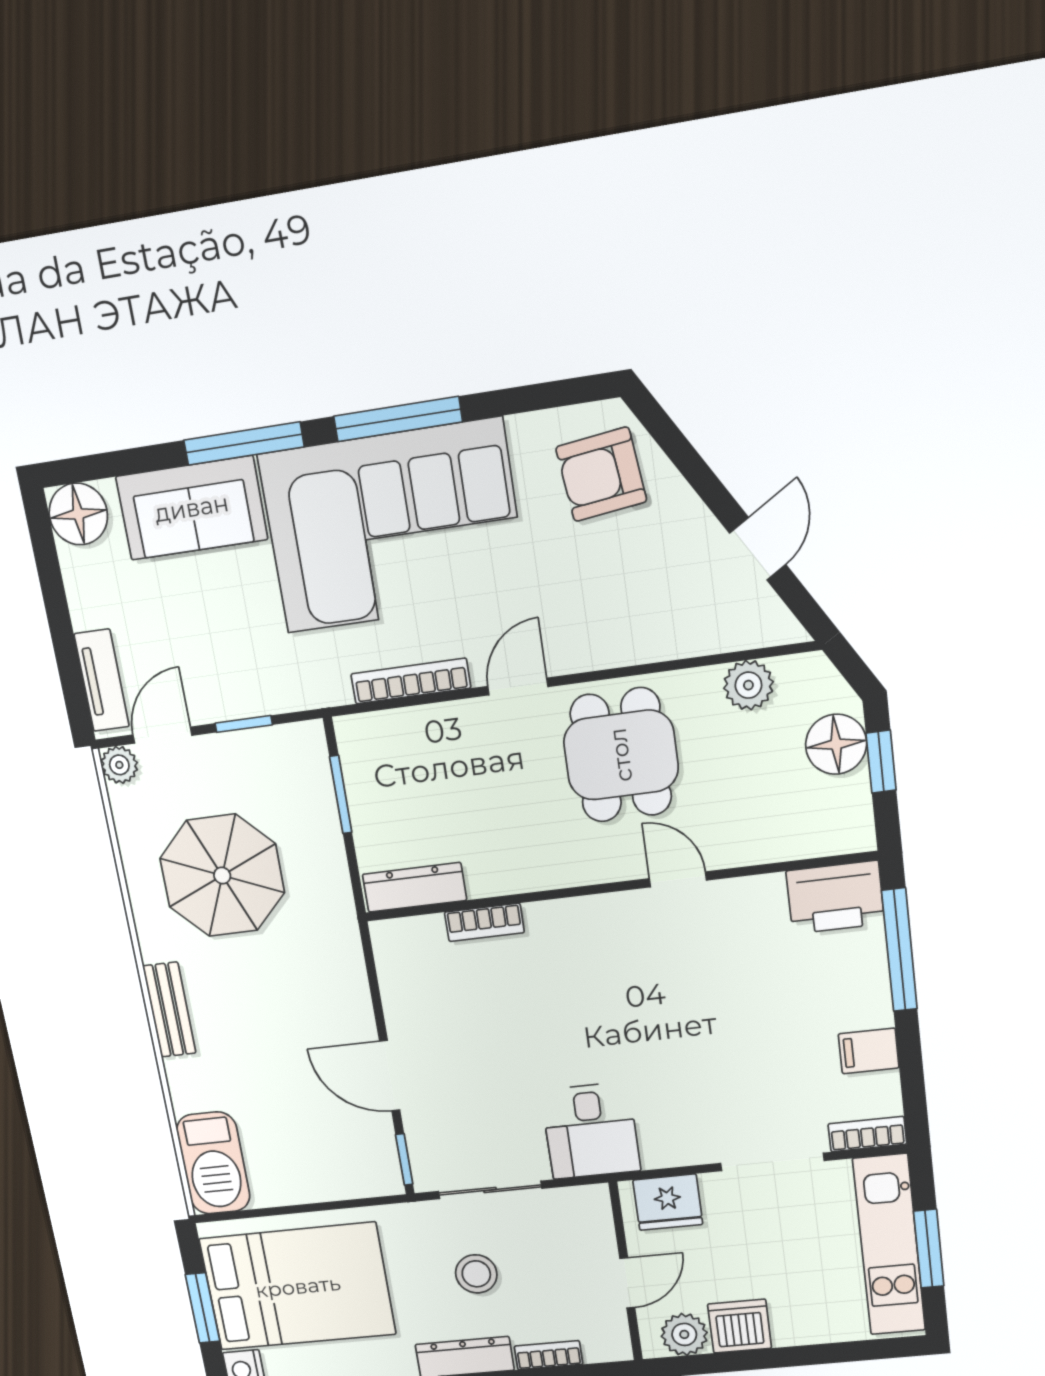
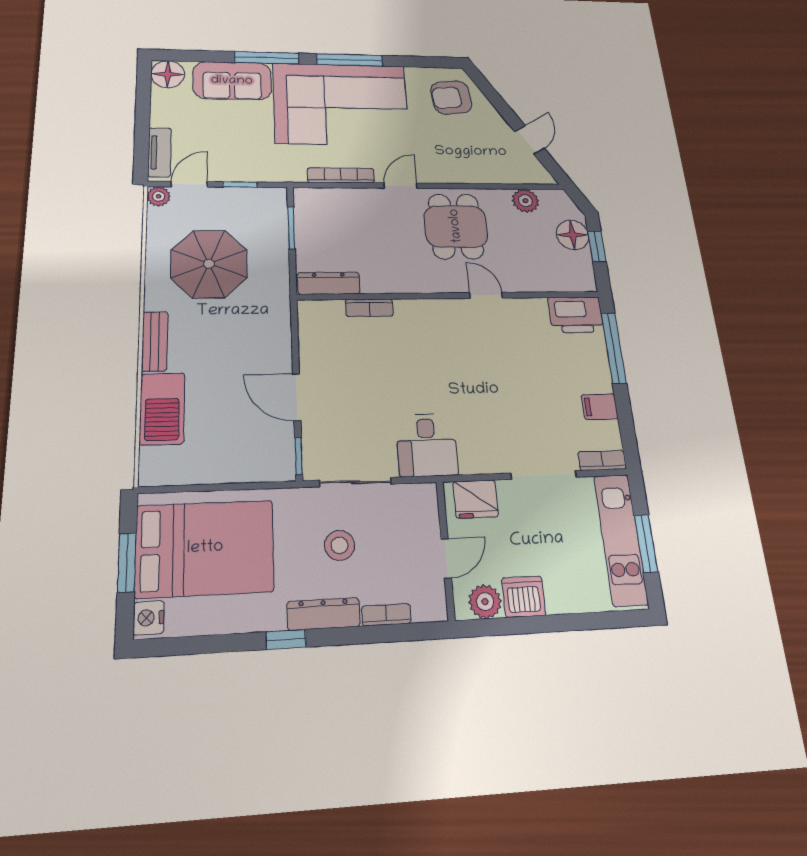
barbecue: (213, 1163) -> (162, 409), moved

